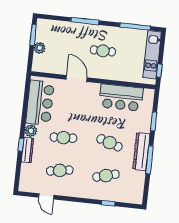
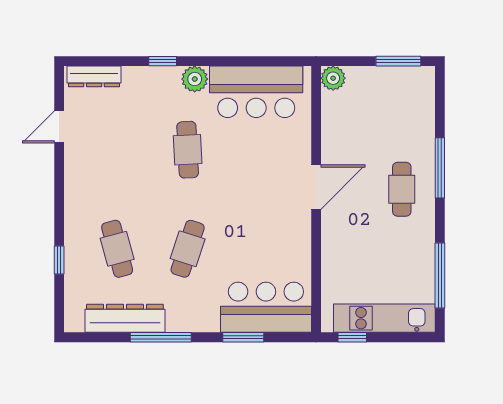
plant: (40, 48) -> (333, 78), moved
cafe table: (103, 51) -> (402, 189), moved
door: (77, 79) -> (316, 187), moved
bar counter: (121, 98) -> (266, 307), moved, turned 90
dresser: (28, 150) -> (94, 76), moved
dresser: (141, 152) -> (125, 318), moved
cafe table: (60, 171) -> (117, 150), removed

